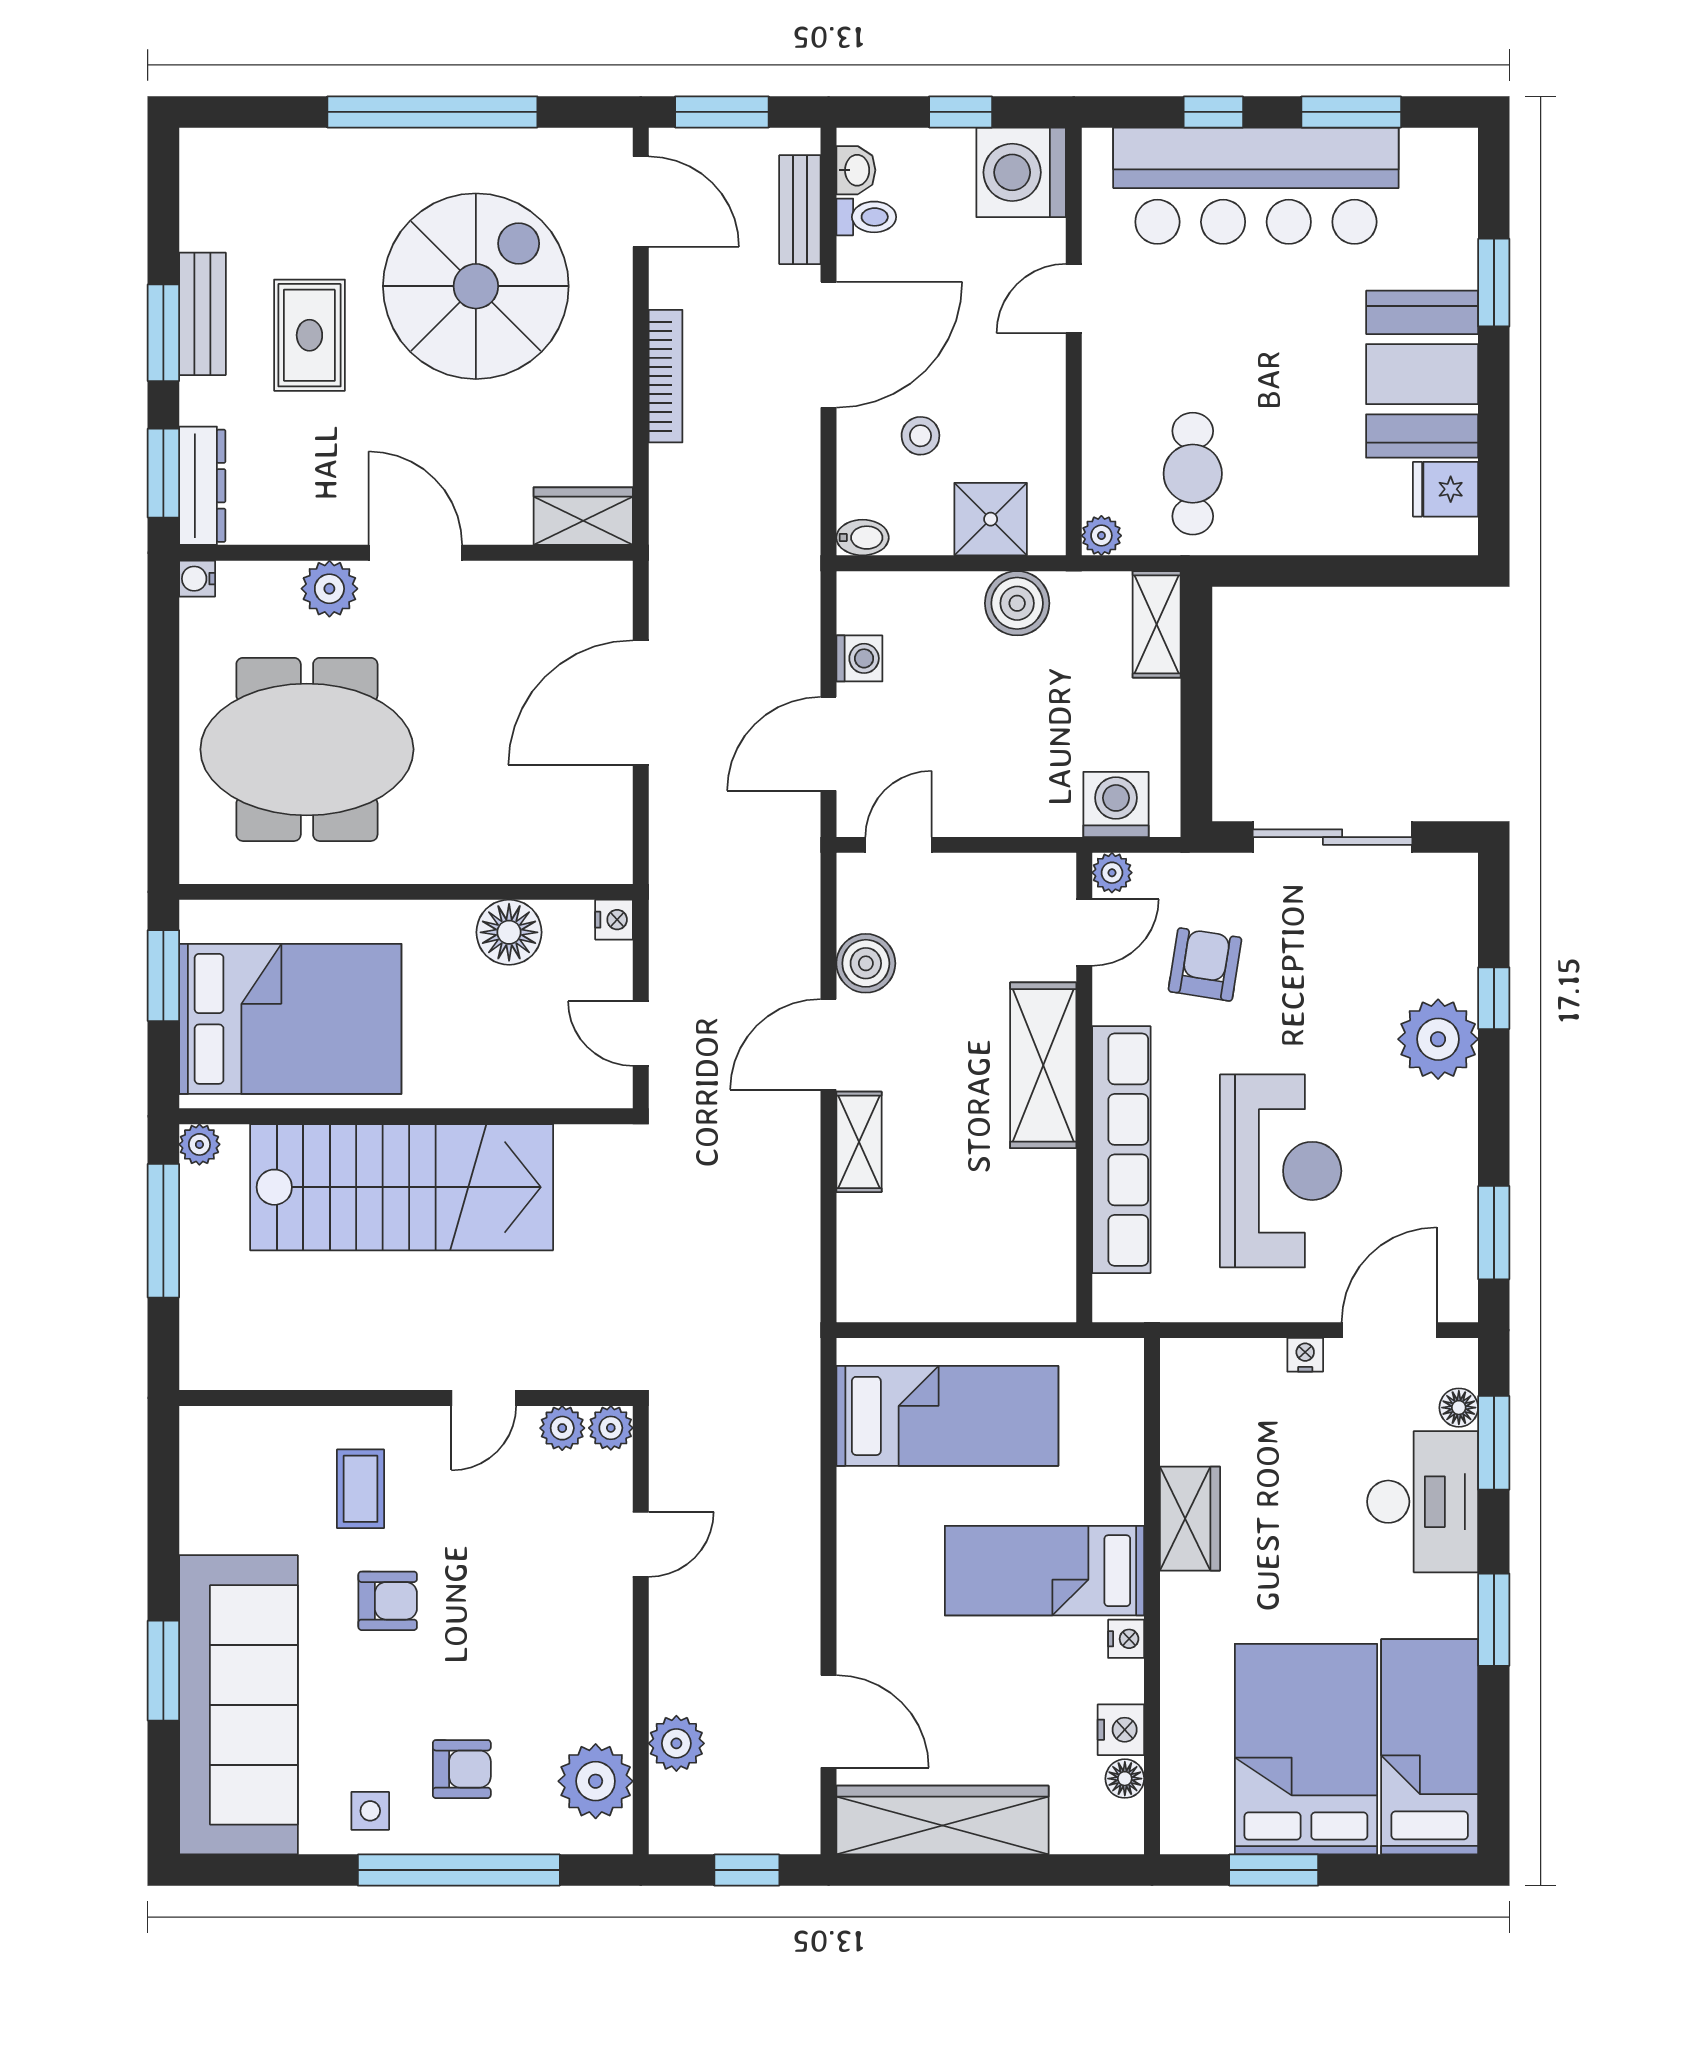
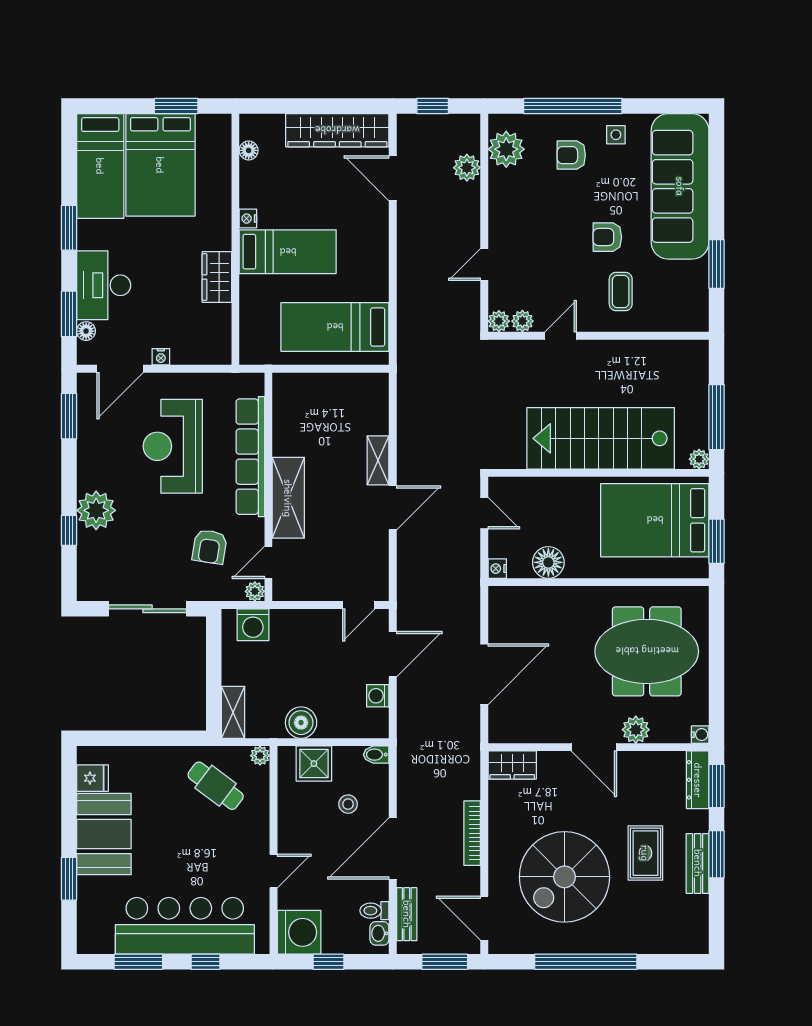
cafe table: (1193, 474) -> (216, 786), turned -53
boiler: (866, 963) -> (375, 547), removed
window: (163, 1671) -> (717, 264), moved
nightstand: (1121, 1730) -> (250, 174), removed

